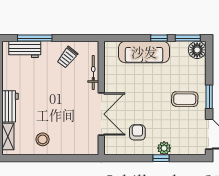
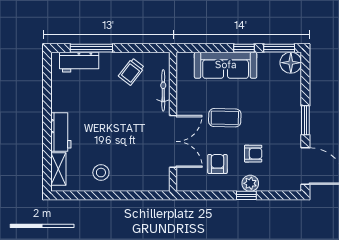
coffee table: (185, 99) -> (225, 118), moved
armchair: (167, 124) -> (253, 154), added

